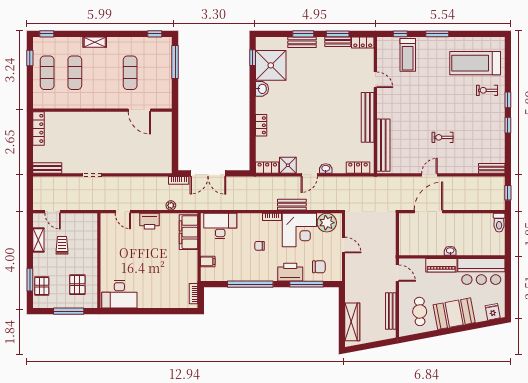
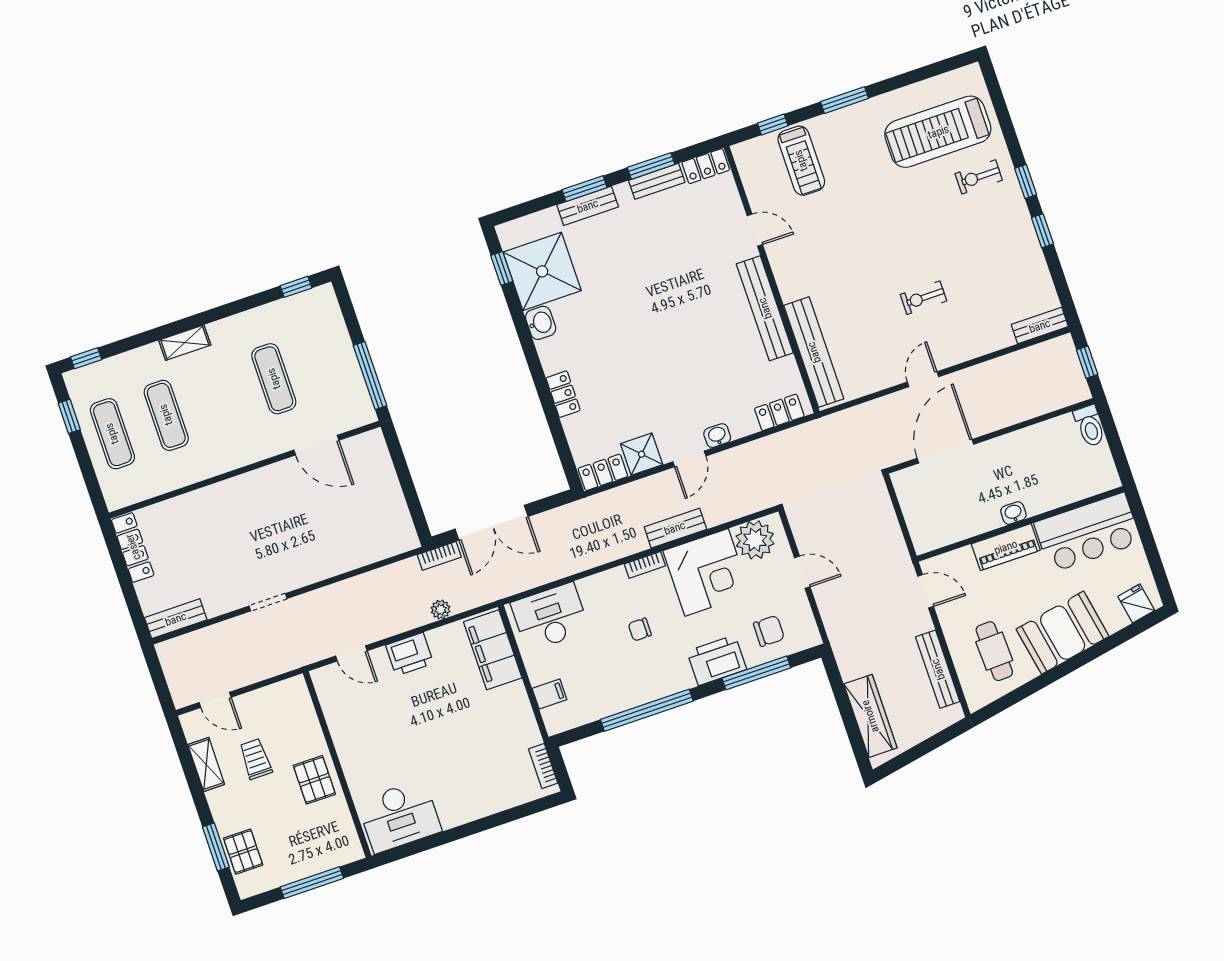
window: (175, 62) -> (370, 376), moved
pallet: (77, 285) -> (314, 780), moved

